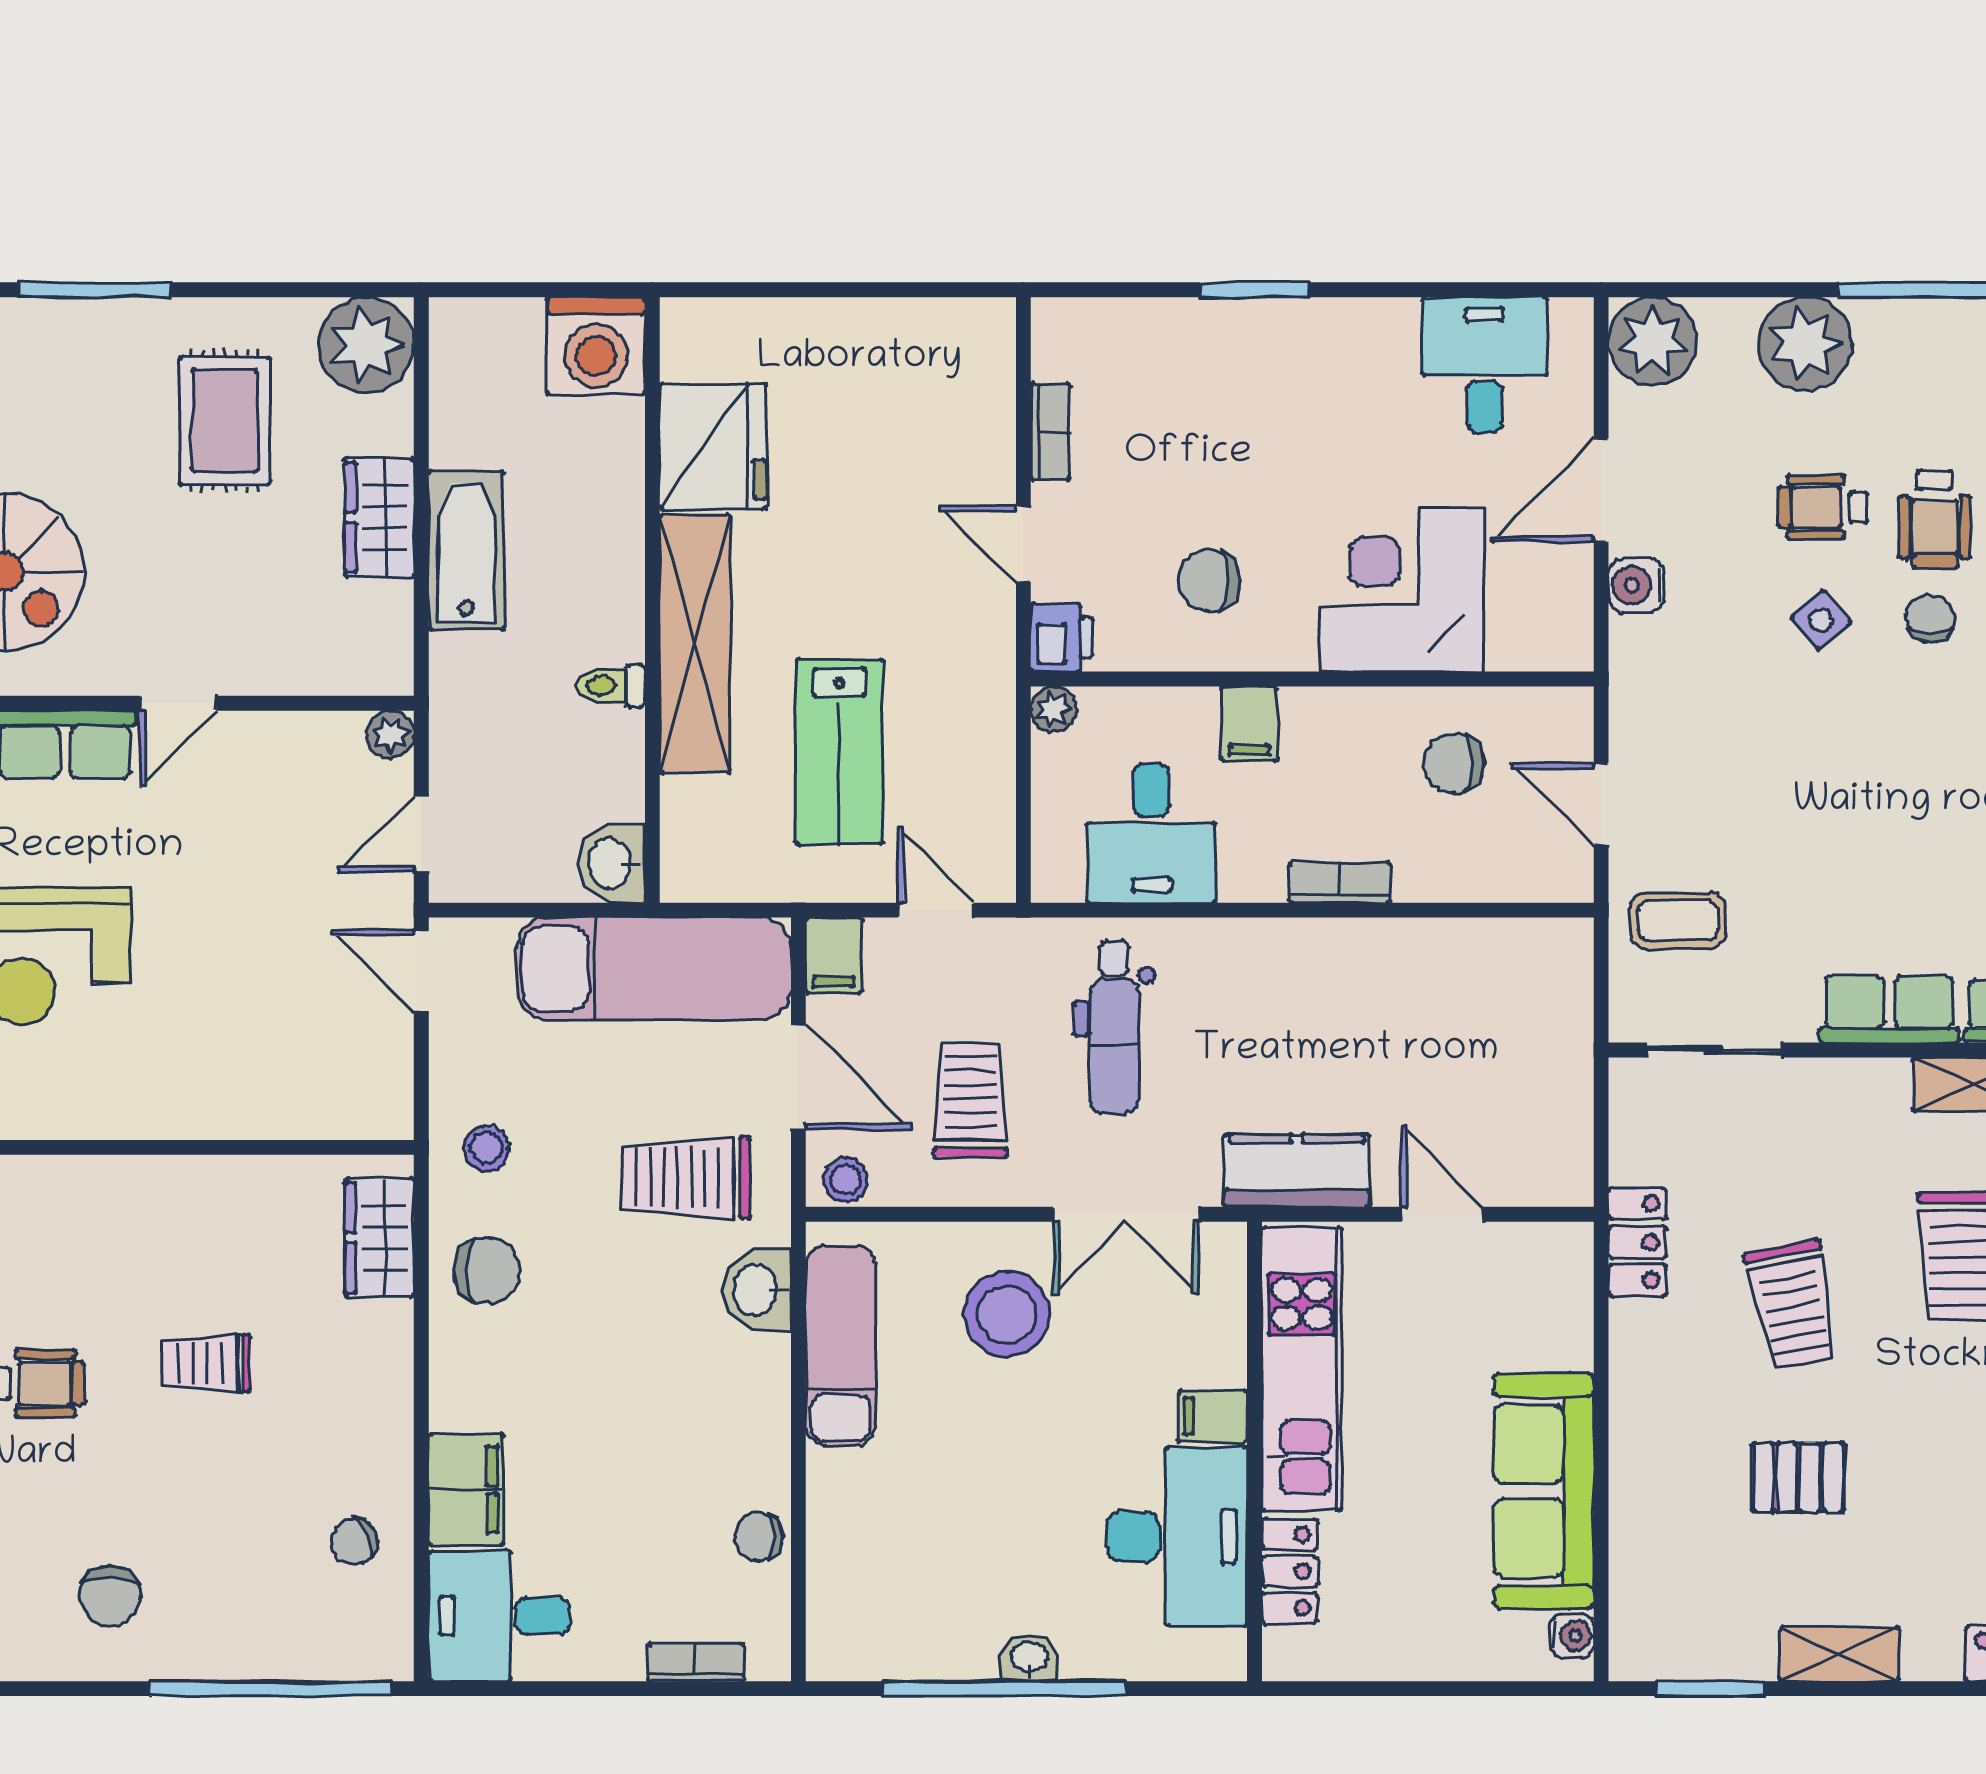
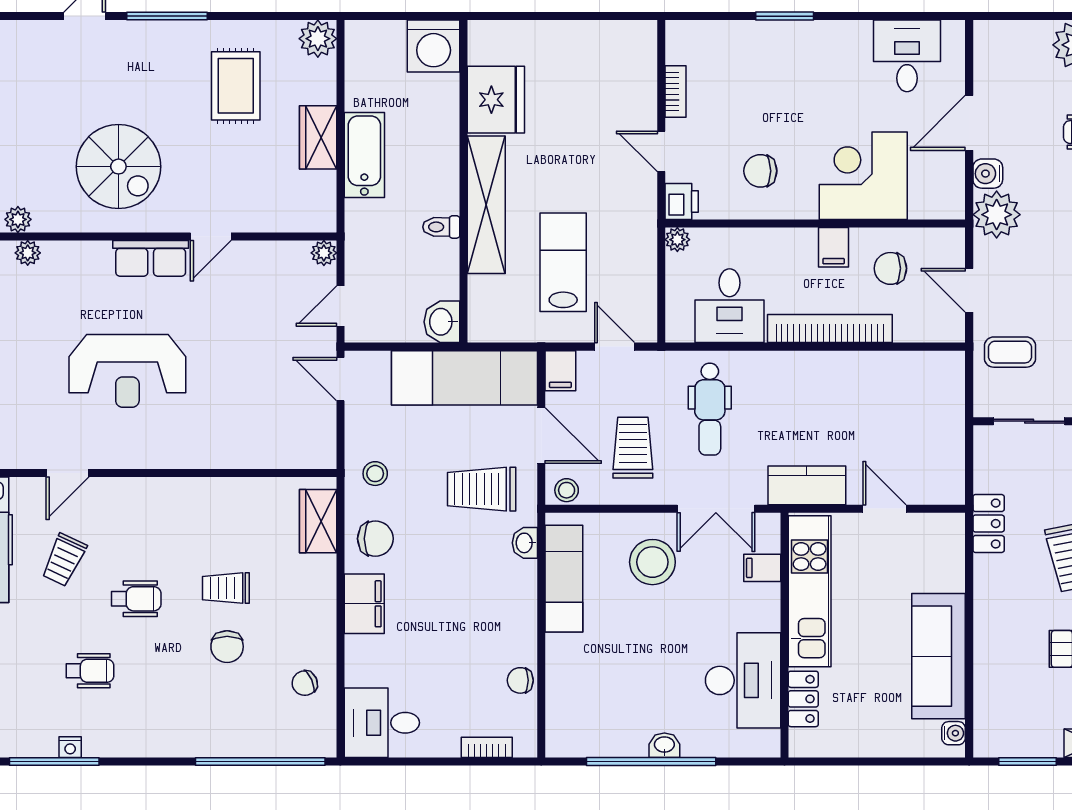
plant: (1653, 341) -> (997, 215), moved
plant: (366, 345) -> (318, 39), width x0.73, depth x0.73
filing cabinet: (1249, 724) -> (834, 247), moved
lab bench: (839, 752) -> (563, 262), turned 180
bookcase: (1340, 883) -> (830, 329), width x2.31, depth x1.31
washbasin: (757, 1290) -> (525, 543), width x0.72, depth x0.69
filing cabinet: (1213, 1416) -> (762, 568), moved
filing cabinet: (466, 1490) -> (364, 604), moved
chair: (110, 1596) -> (227, 647), moved

